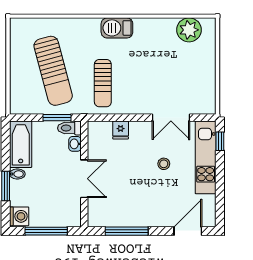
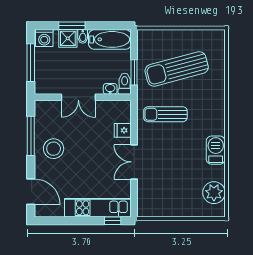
barbecue: (117, 28) -> (216, 150), moved
double door: (171, 118) -> (134, 162), moved
stool: (164, 164) -> (54, 149), moved, width x1.89, depth x1.89
shower: (20, 190) -> (68, 38), added

